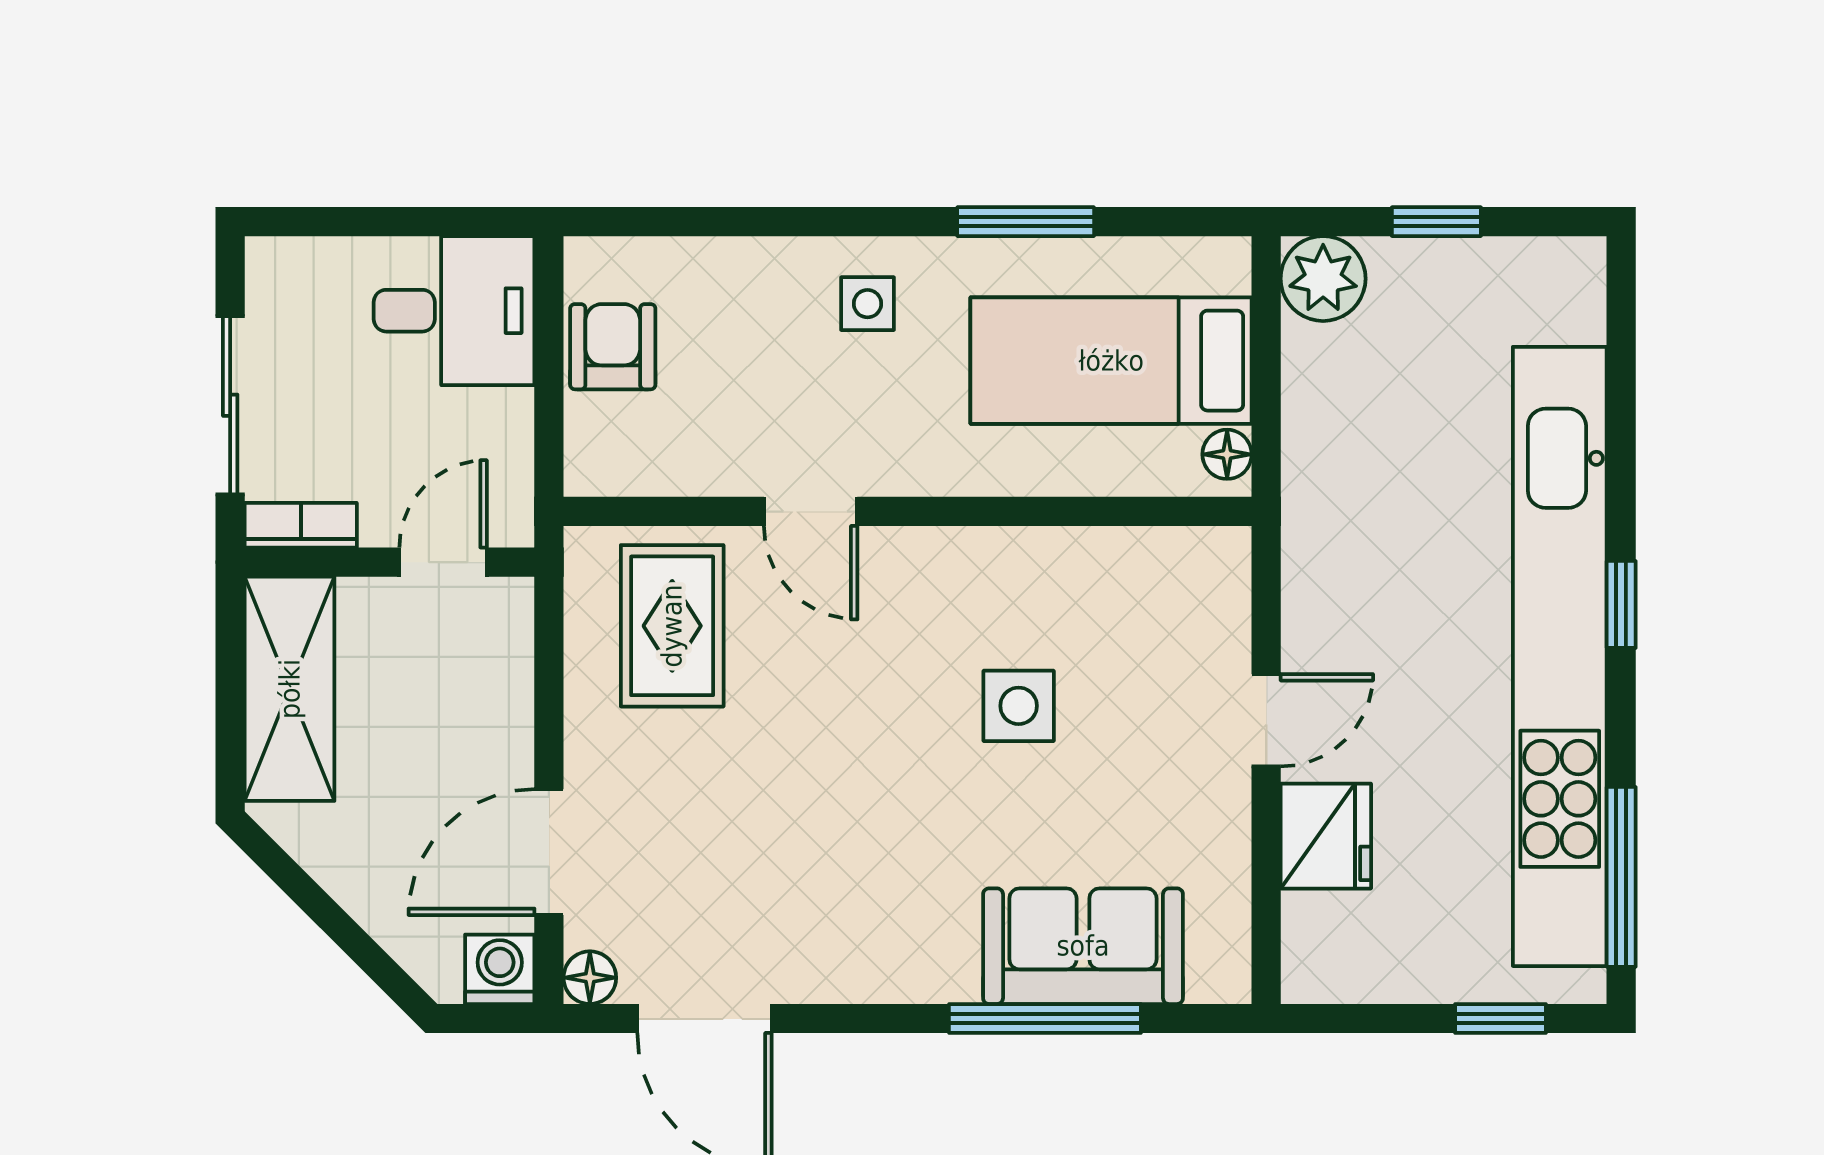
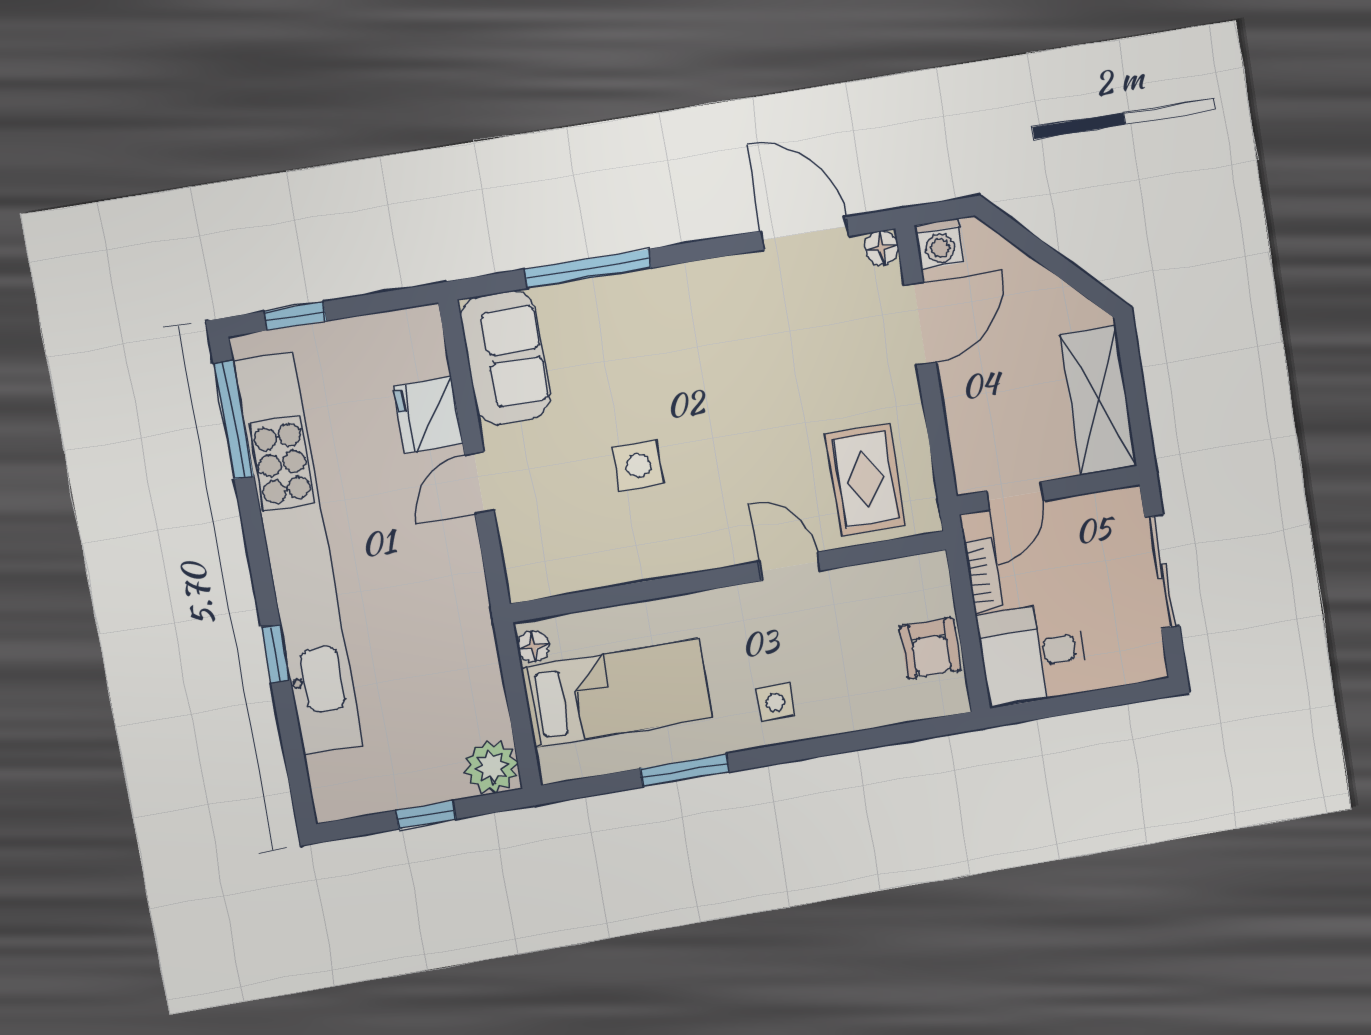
bookcase: (301, 525) -> (983, 575), moved, turned -90
window: (1621, 604) -> (276, 654), moved
sofa: (1083, 946) -> (505, 358), moved, turned -90

